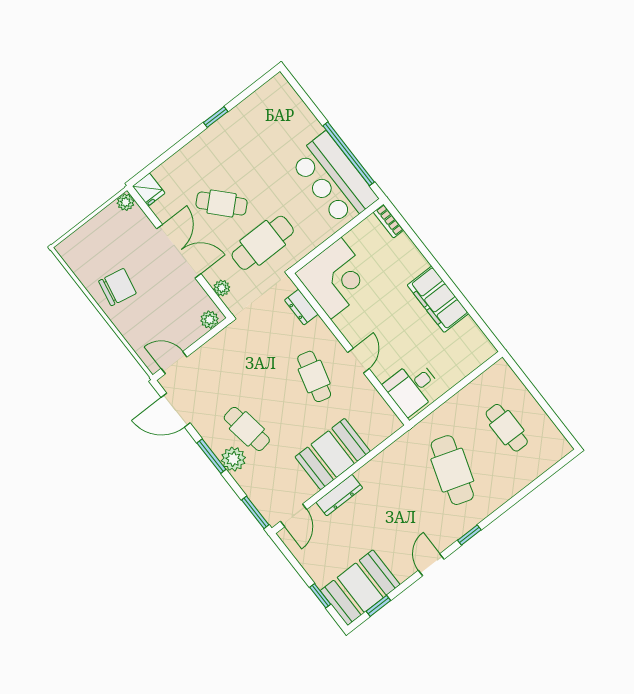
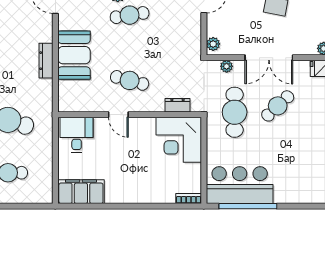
filing cabinet: (438, 299) -> (81, 192), moved
dresser: (339, 495) -> (46, 61), moved

